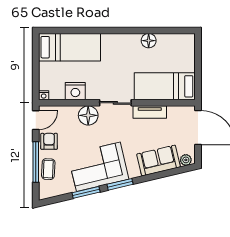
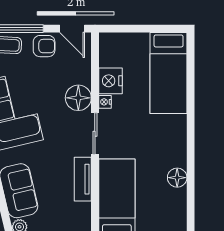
nightstand: (44, 95) -> (105, 102), moved

